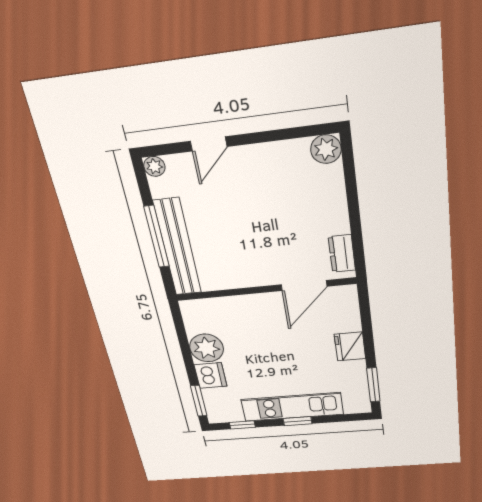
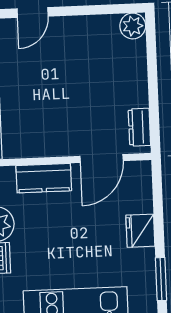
kitchen counter: (246, 307) -> (44, 178), added

